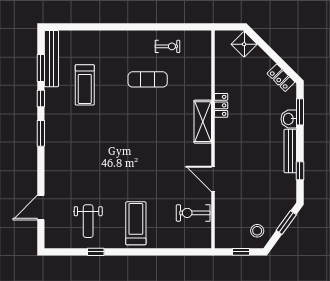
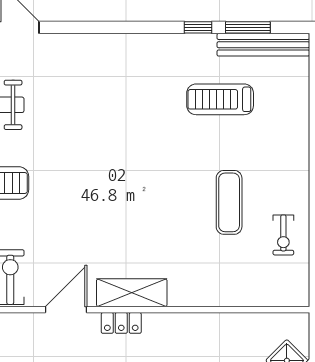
locker: (221, 105) -> (121, 323), moved
shelving: (203, 122) -> (132, 293), moved
window: (41, 133) -> (141, 27), removed

